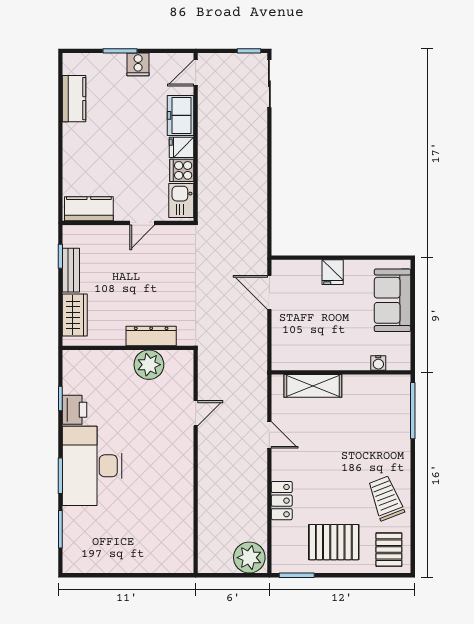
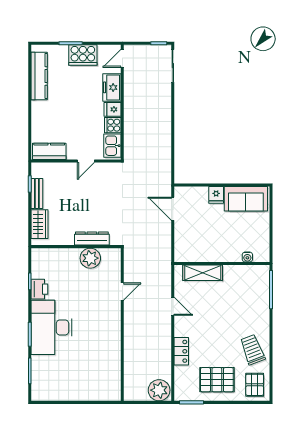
cooker: (138, 64) -> (83, 55), width x1.87, depth x1.31
kitchen counter: (74, 99) -> (39, 76), width x1.50
sofa: (393, 300) -> (246, 199), moved, turned -90

